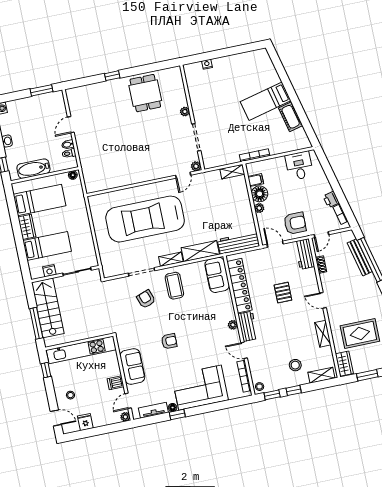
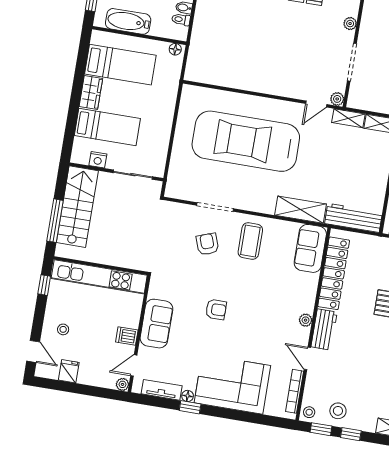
shelving: (171, 259) -> (348, 118), moved
stool: (295, 365) -> (338, 411), moved

